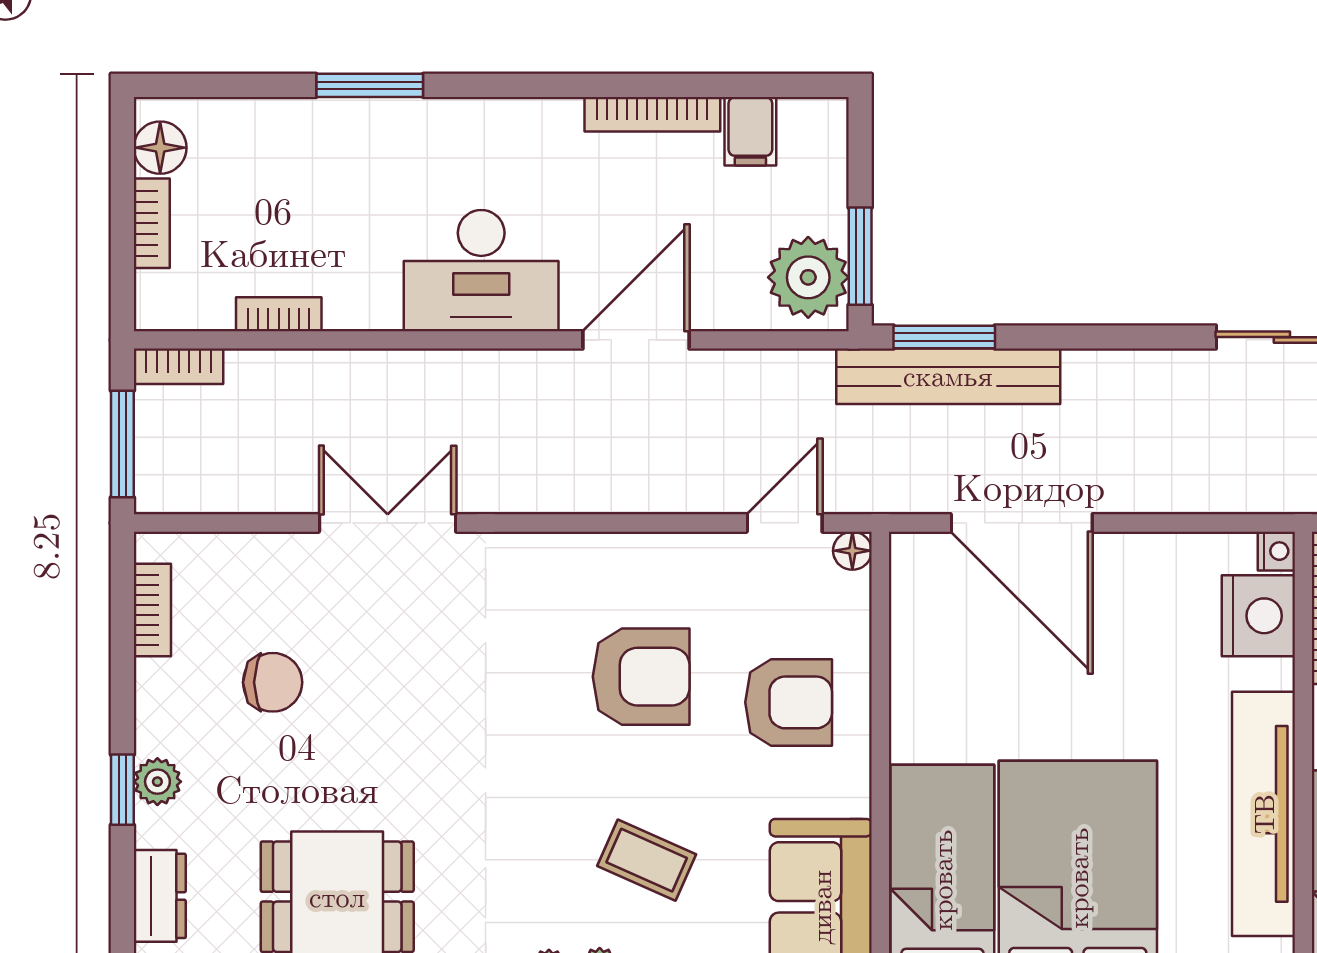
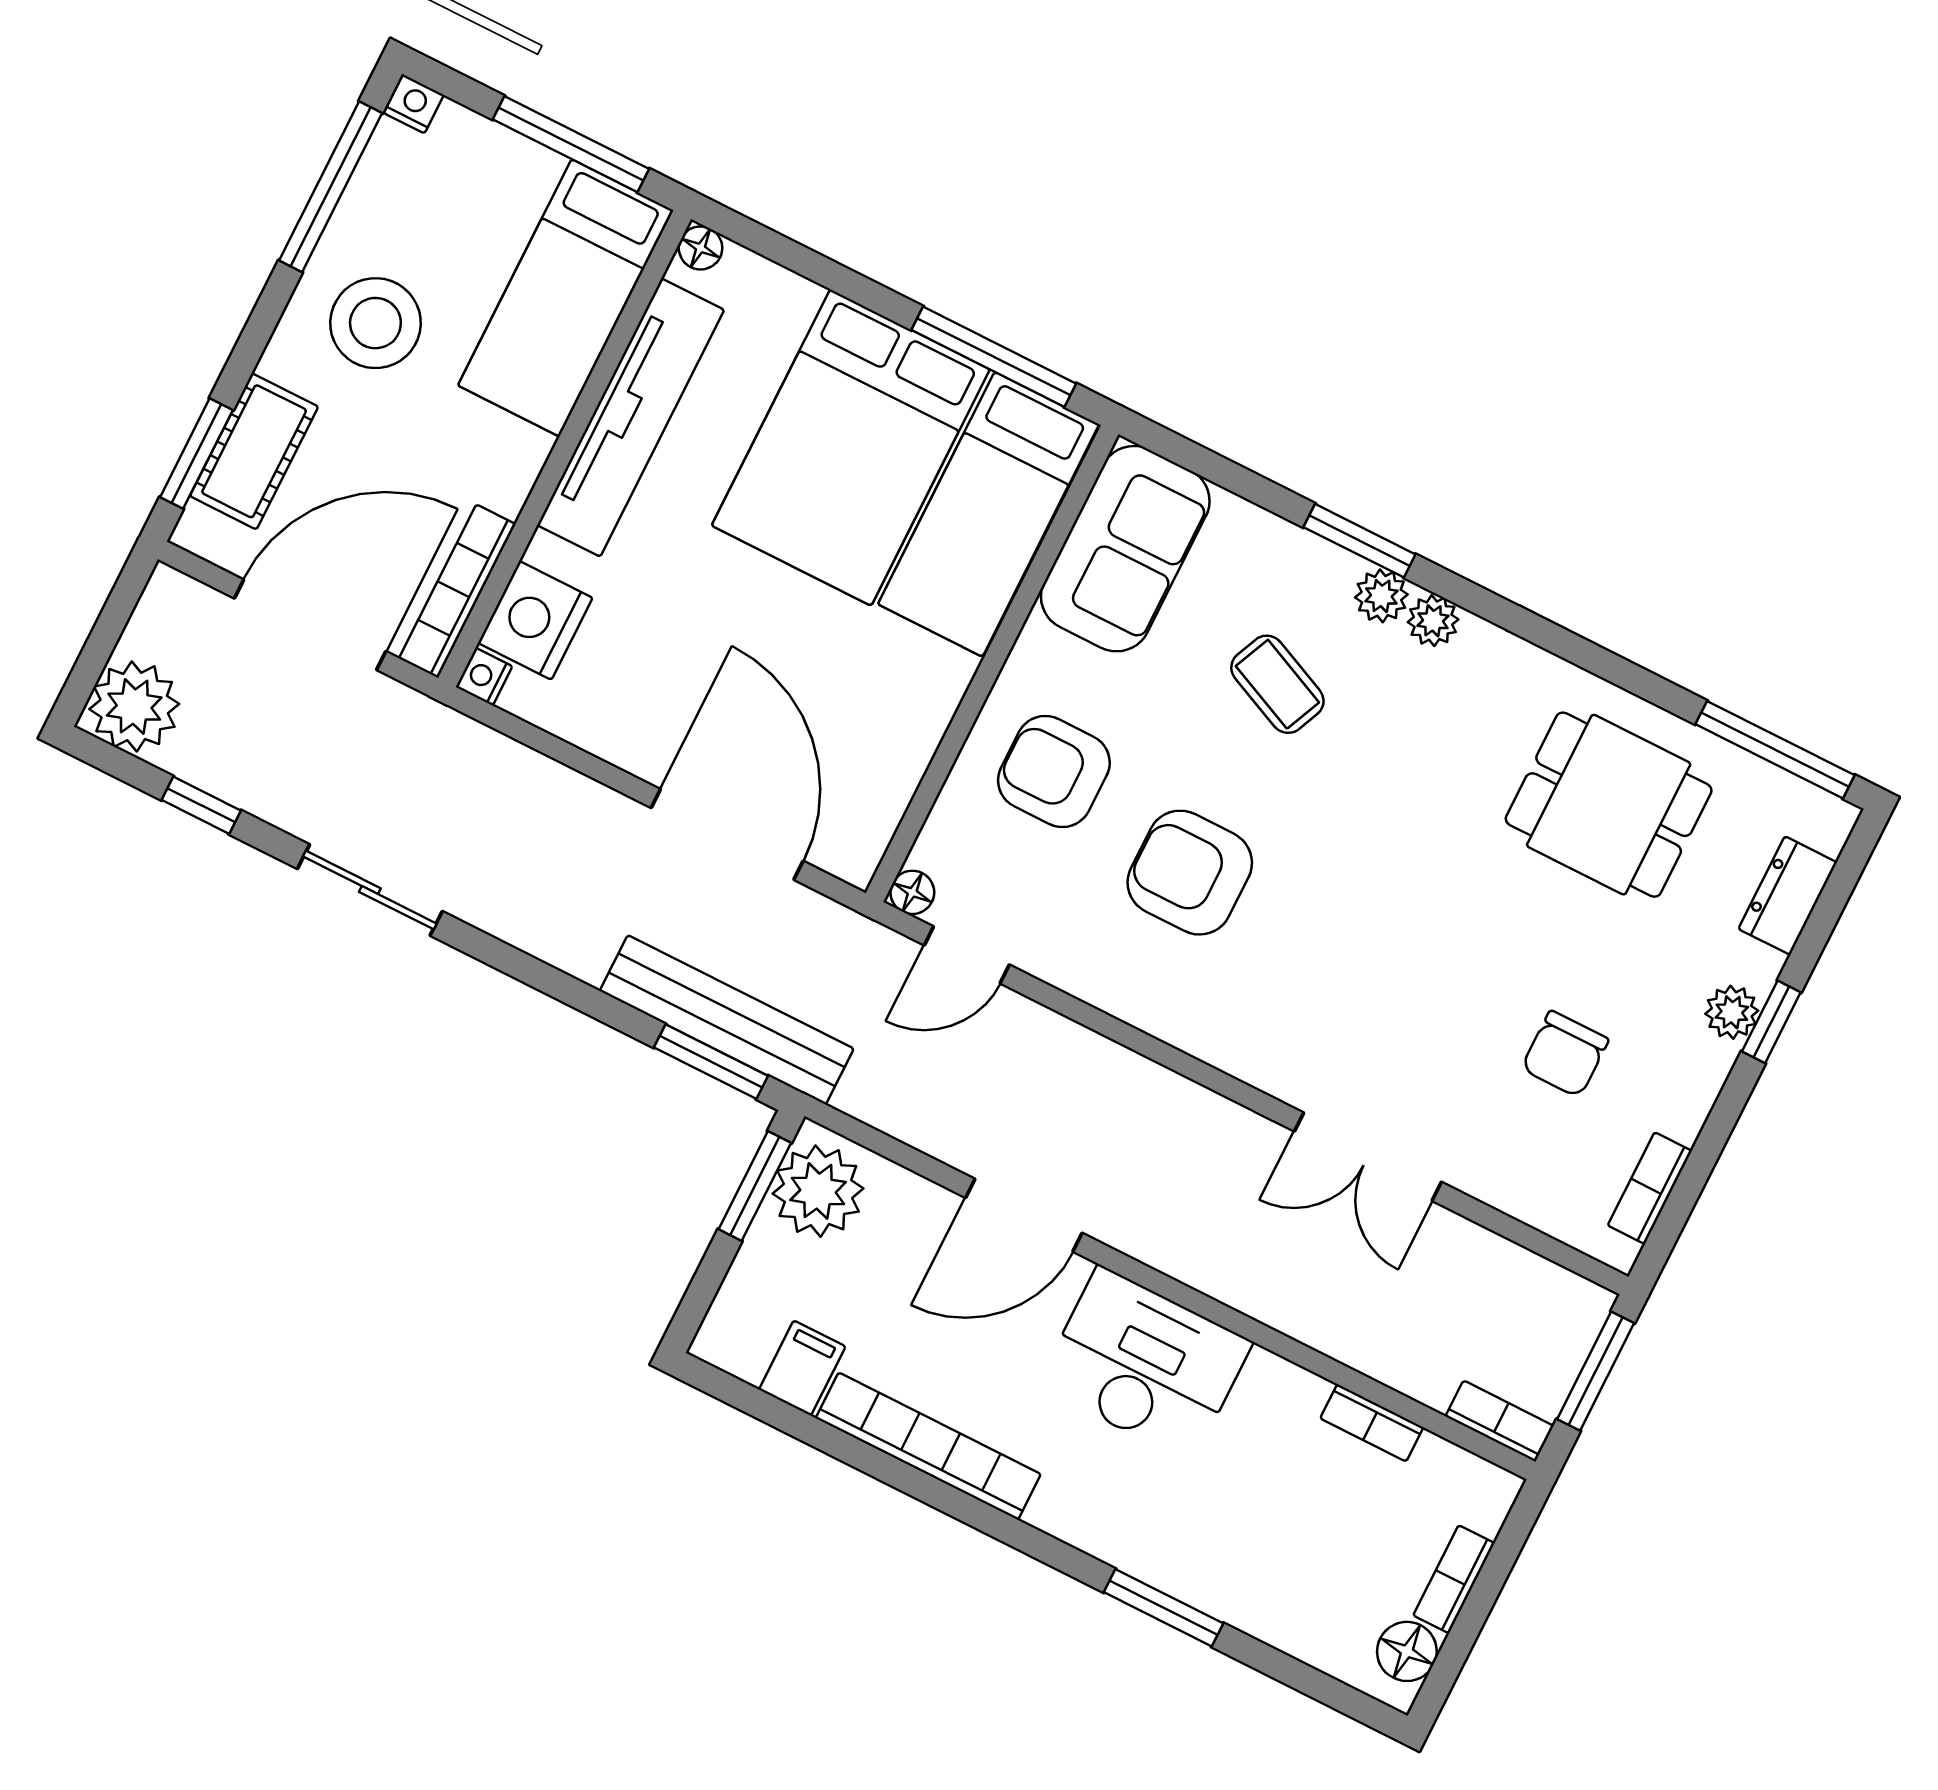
bookcase: (652, 114) -> (928, 1446), width x1.48, depth x1.31
chair: (273, 682) -> (1565, 1054), turned -90

